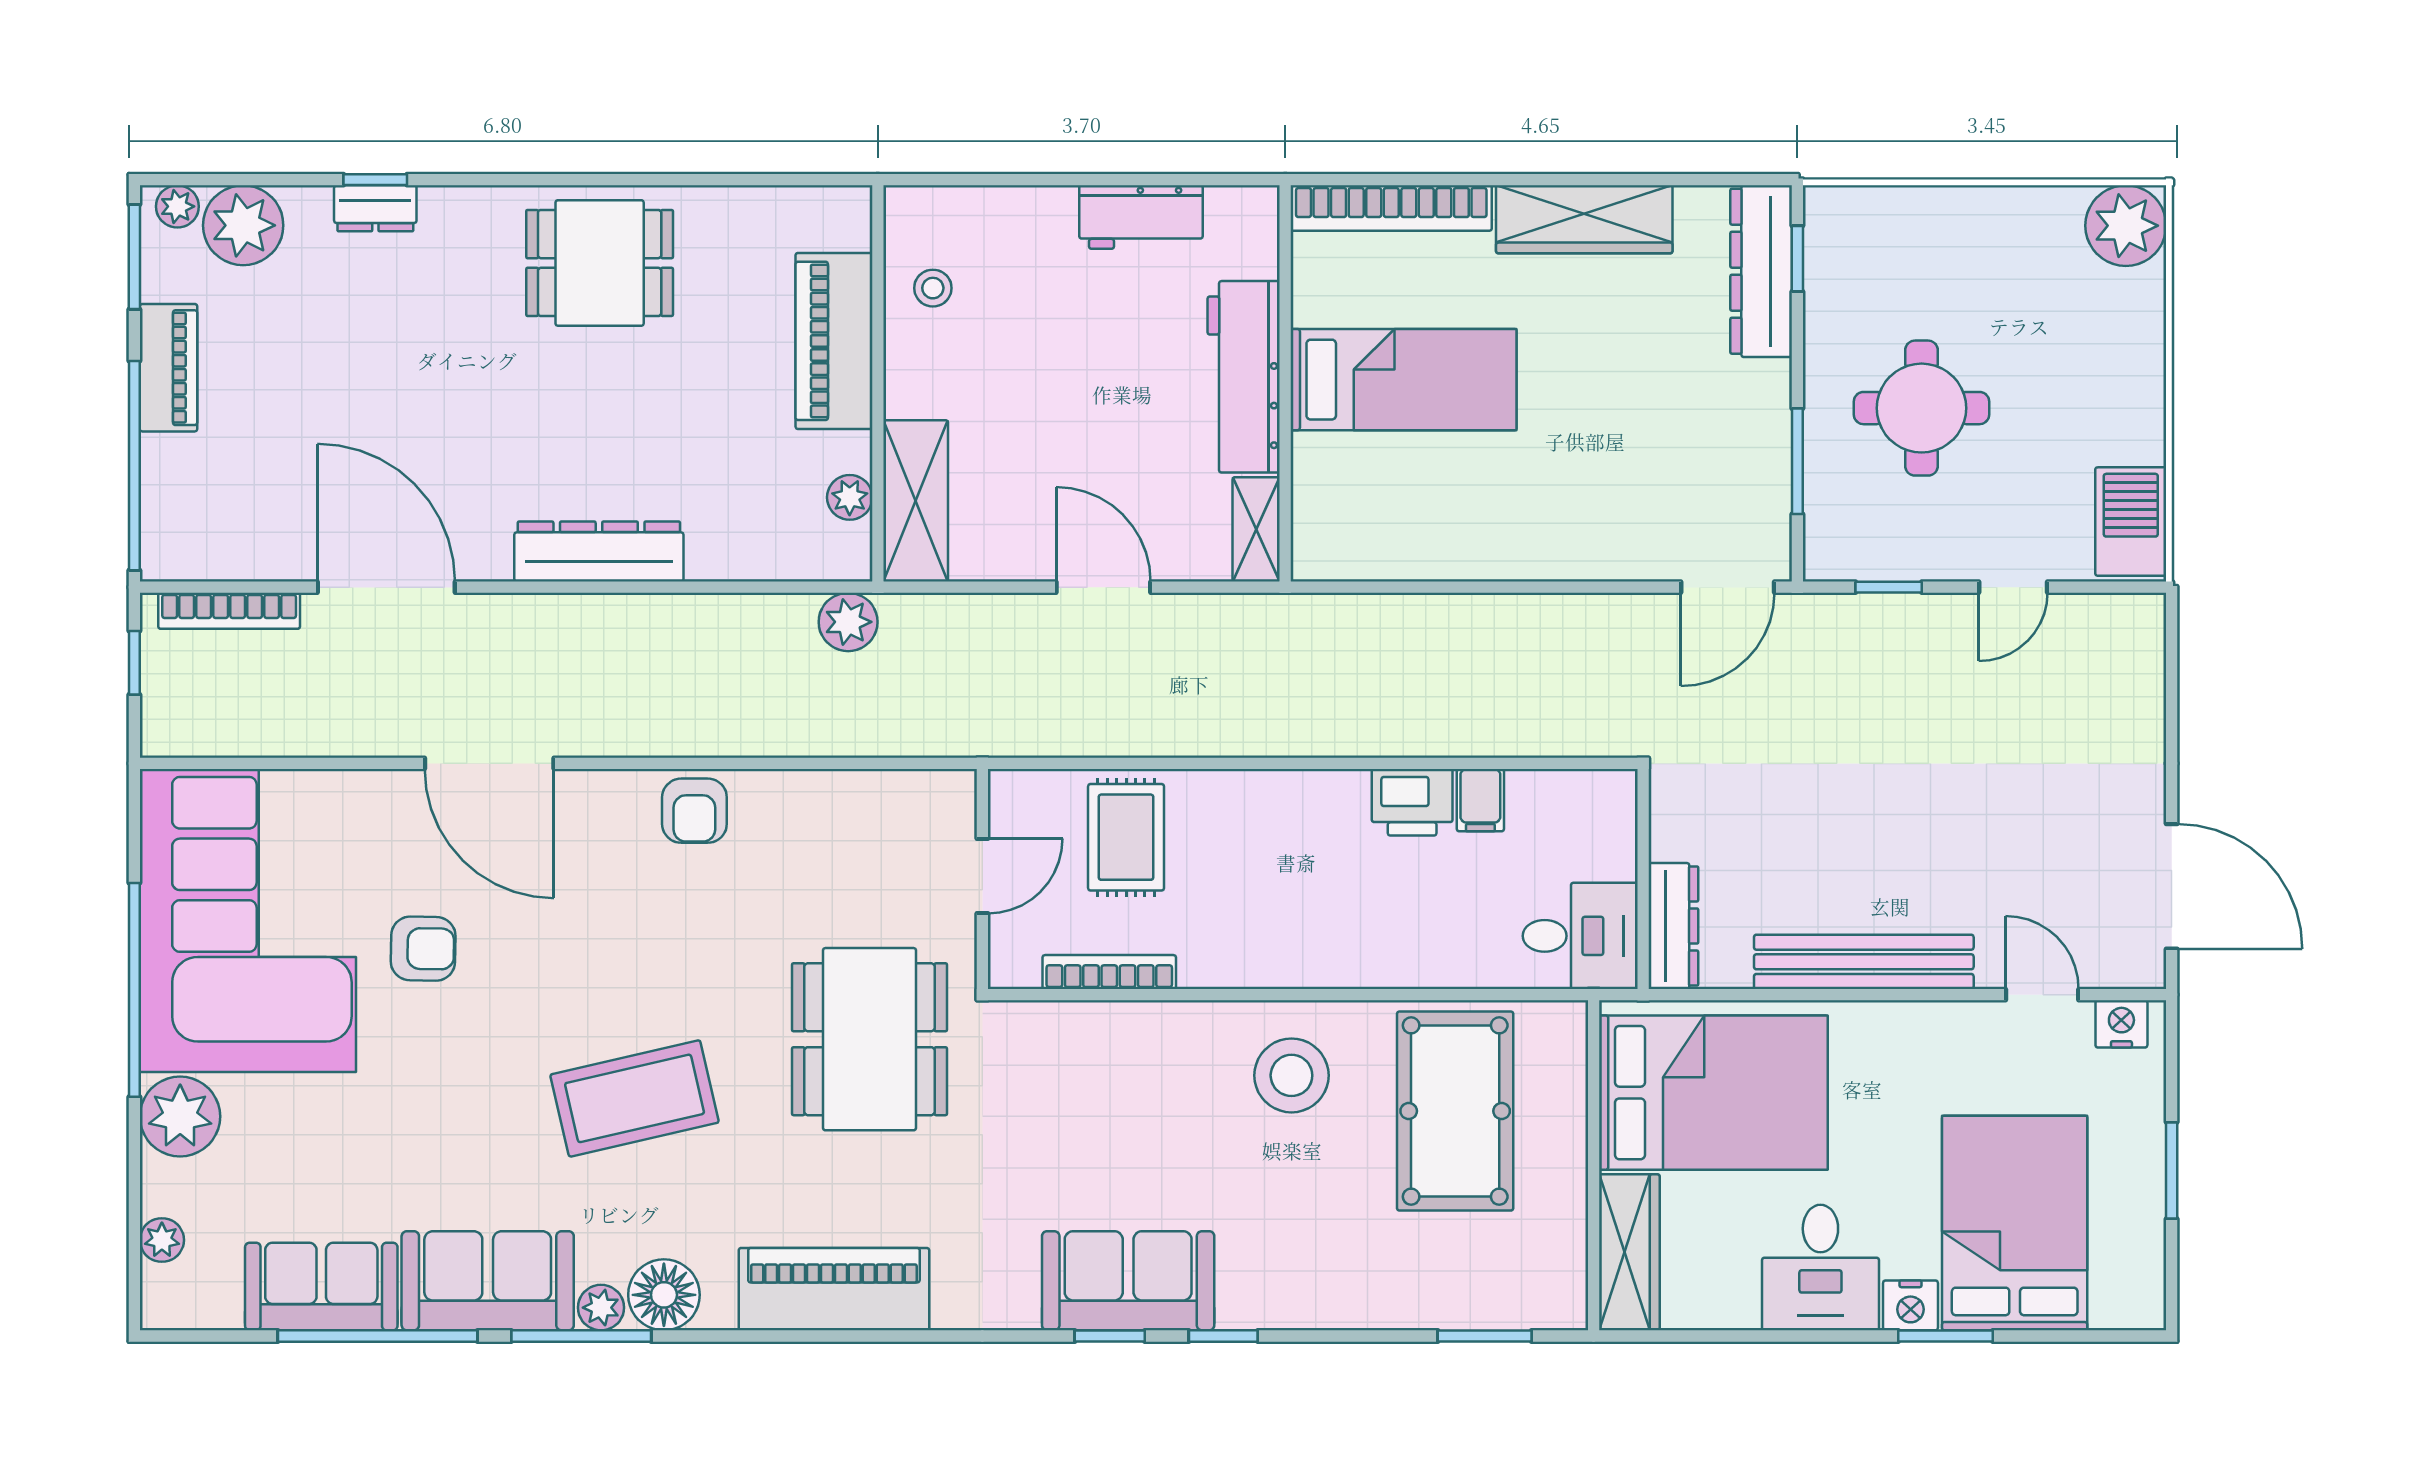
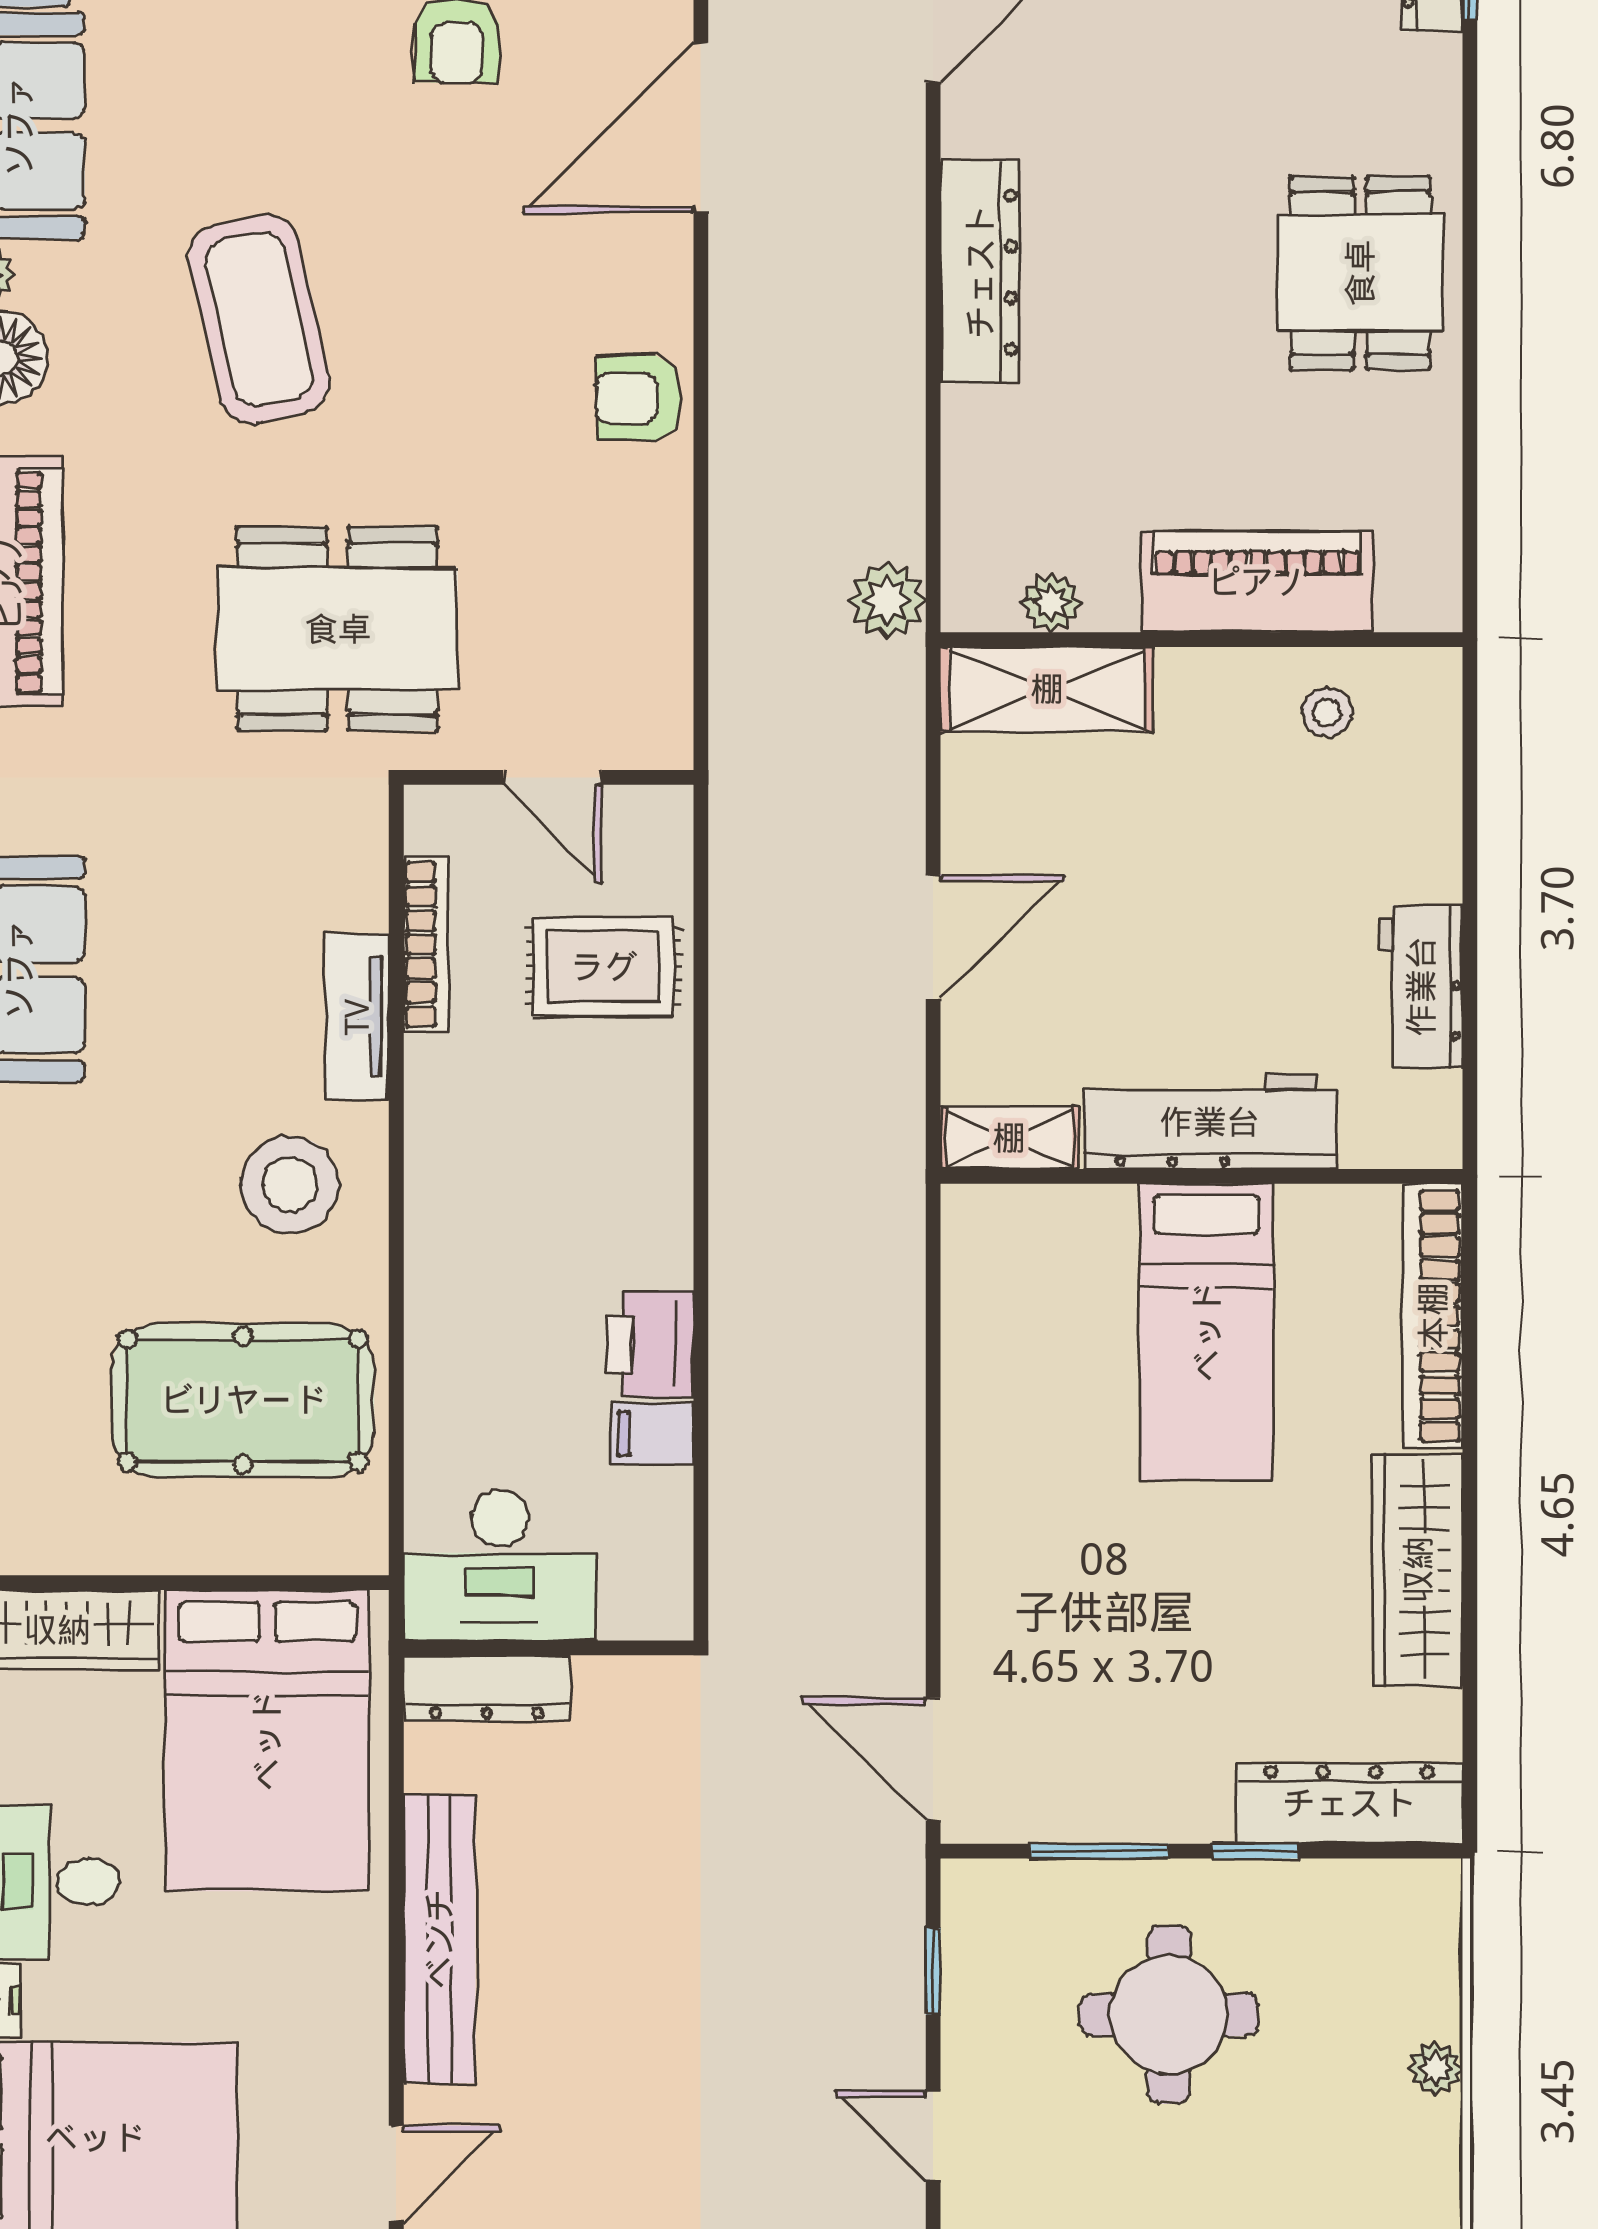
plant: (1962, 206) -> (1436, 2068), added
window: (1797, 259) -> (1256, 1851), moved
desk: (1580, 936) -> (500, 1565), width x1.37
tv unit: (1164, 1024) -> (357, 1017), added

